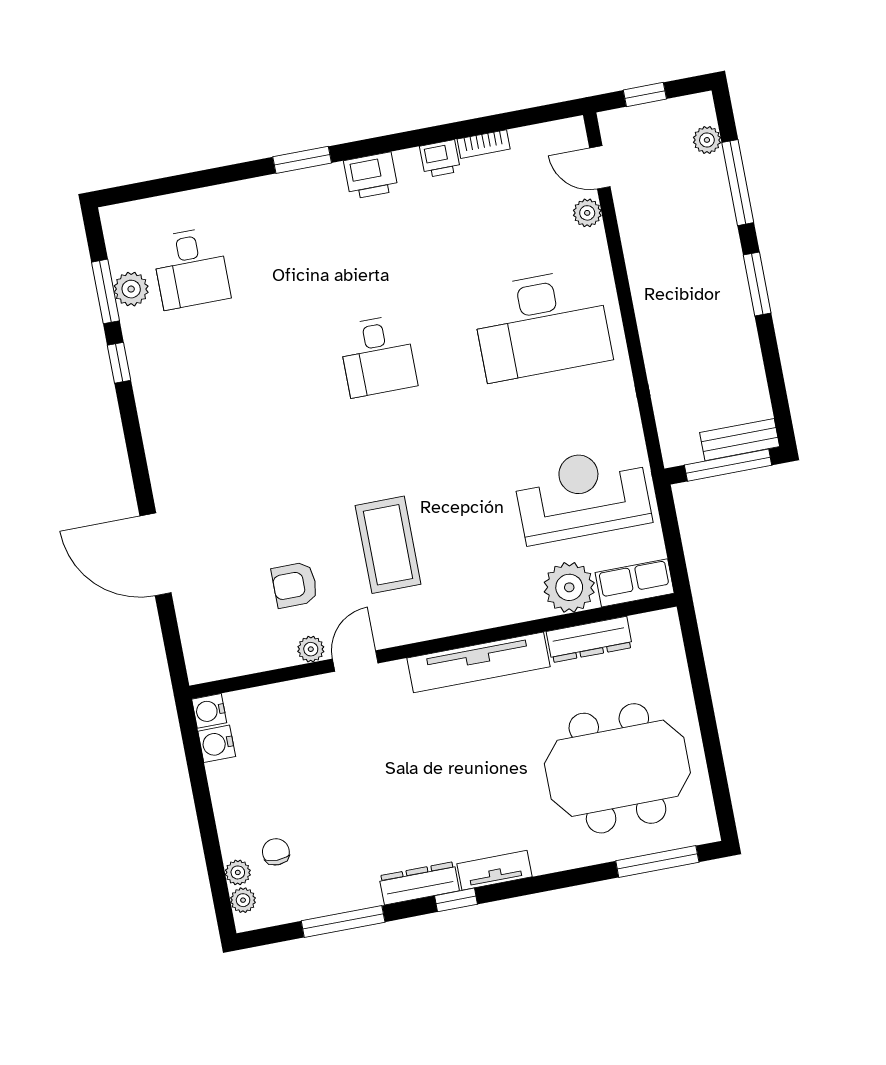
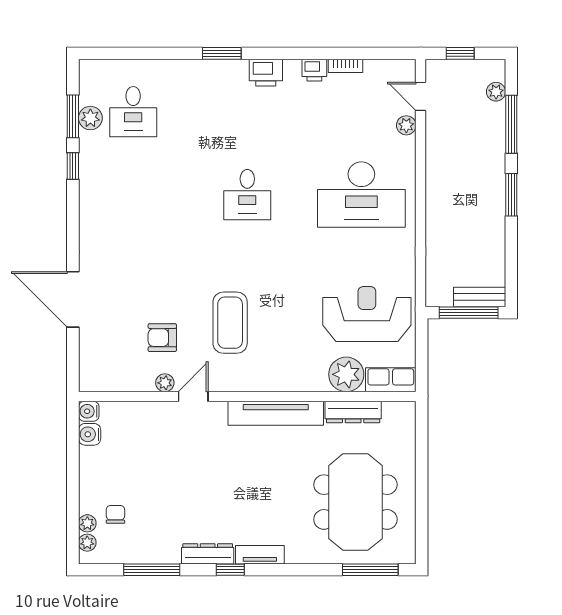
meeting table: (617, 768) -> (355, 502), turned 90

